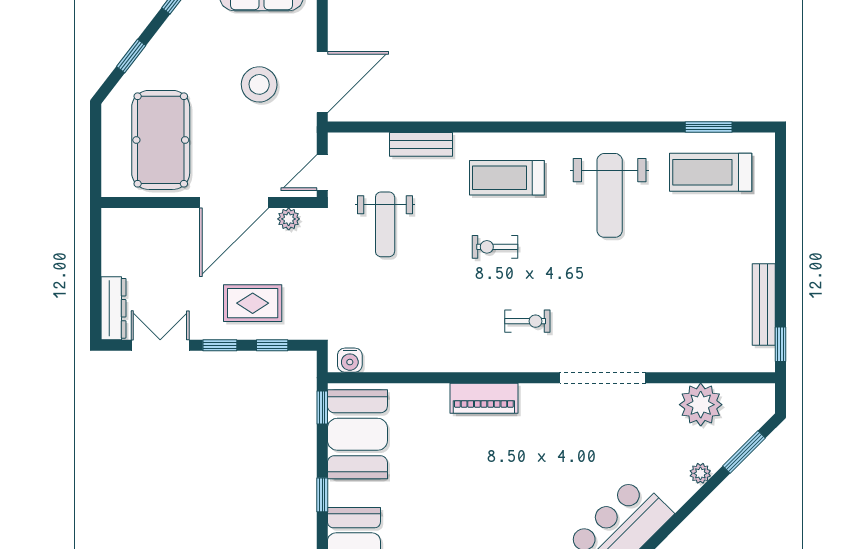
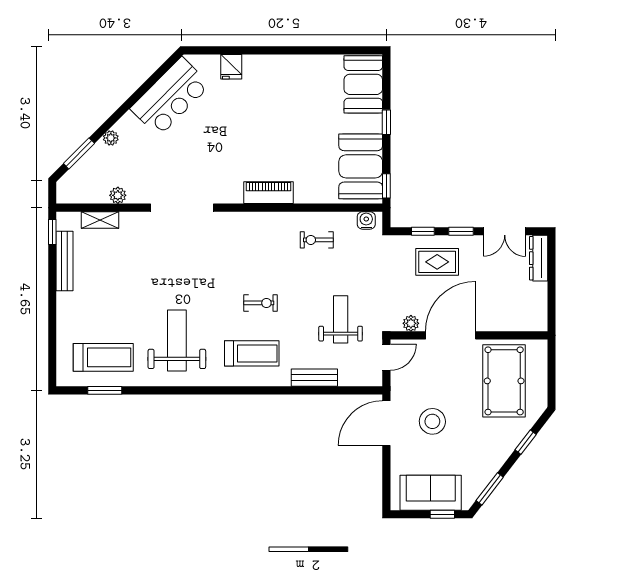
exercise bike: (527, 321) -> (317, 240), moved
shelving: (715, 361) -> (100, 220), added
plant: (701, 405) -> (118, 195), width x0.53, depth x0.53

